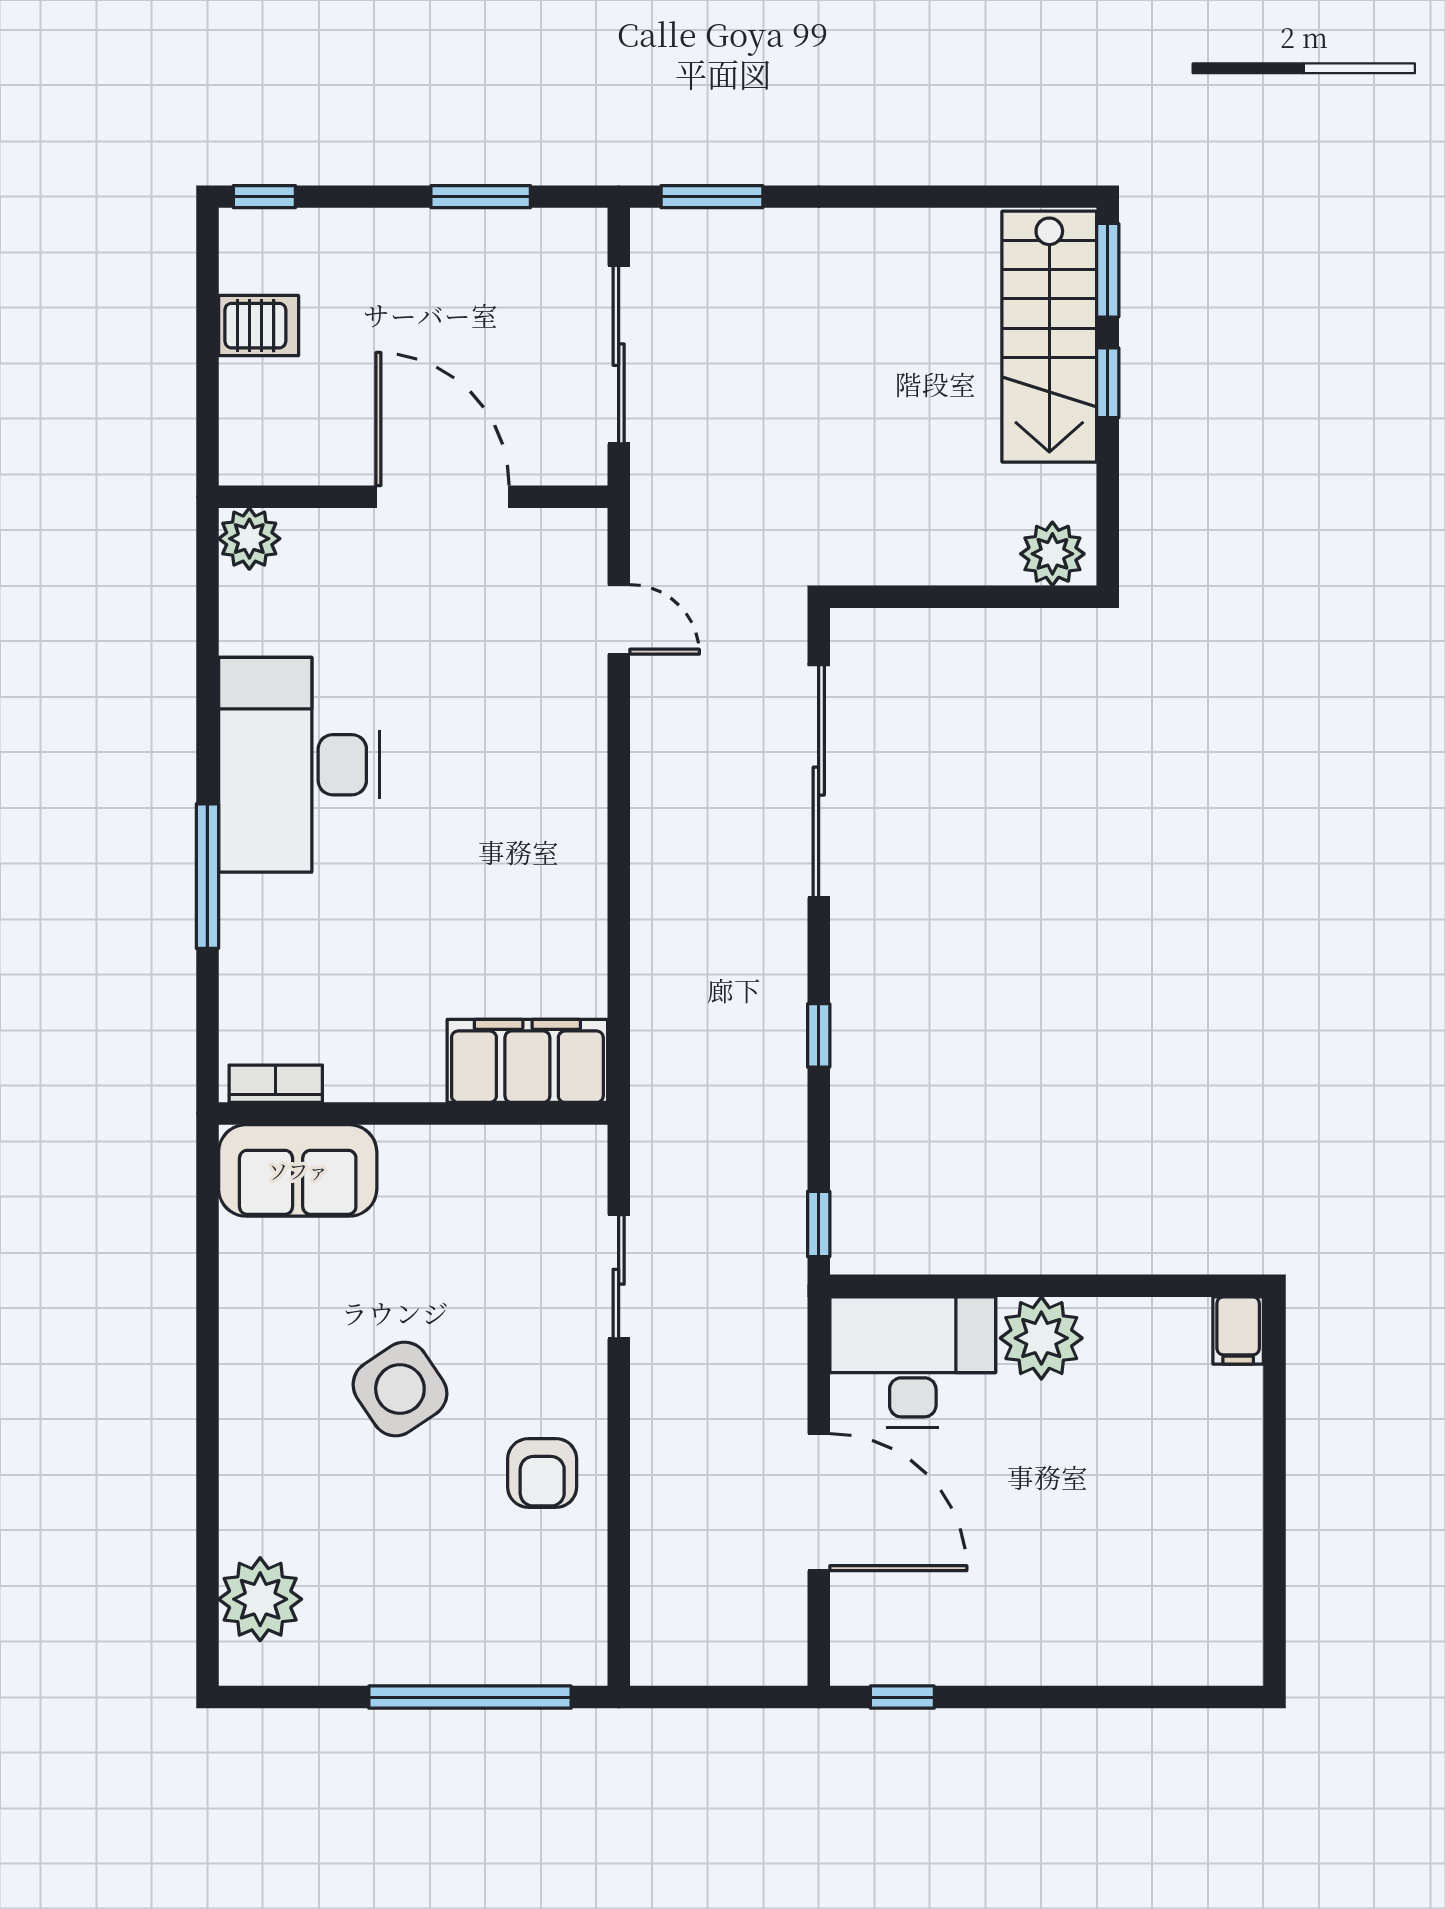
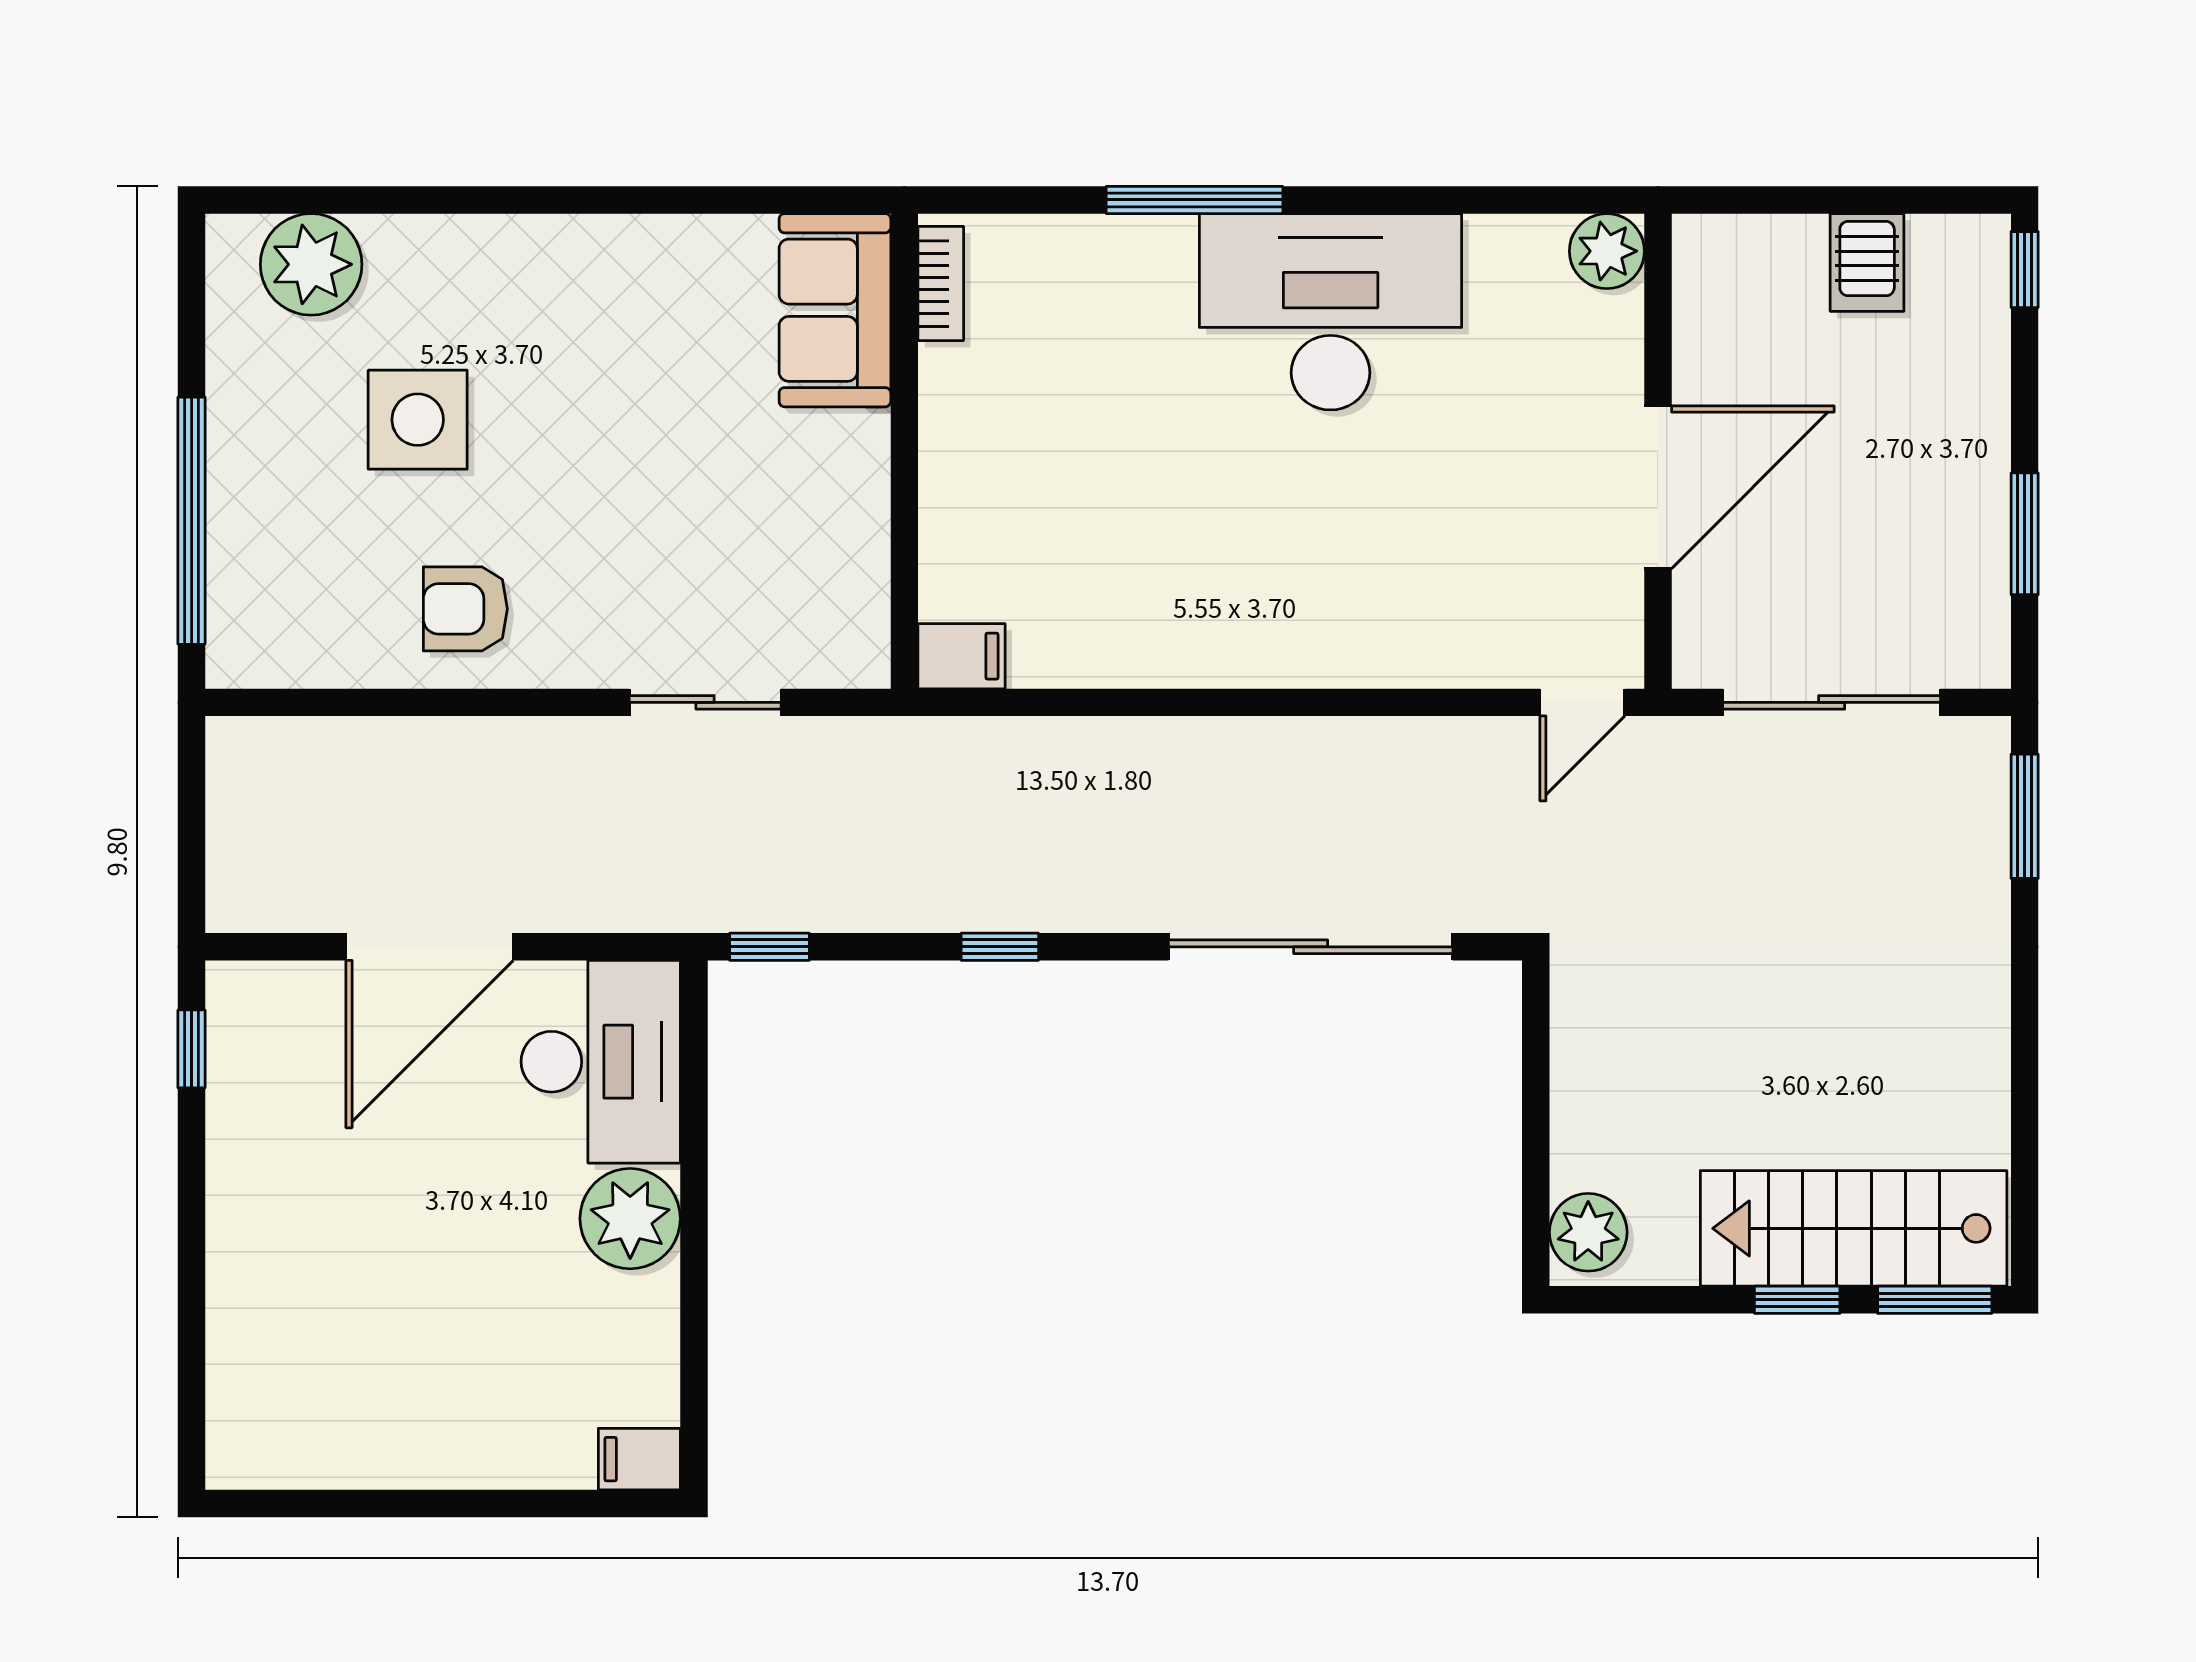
door: (619, 619) -> (1582, 702), moved
filing cabinet: (527, 1061) -> (961, 656), width x0.33, depth x0.86
side table: (400, 1389) -> (418, 420), moved, turned 34

